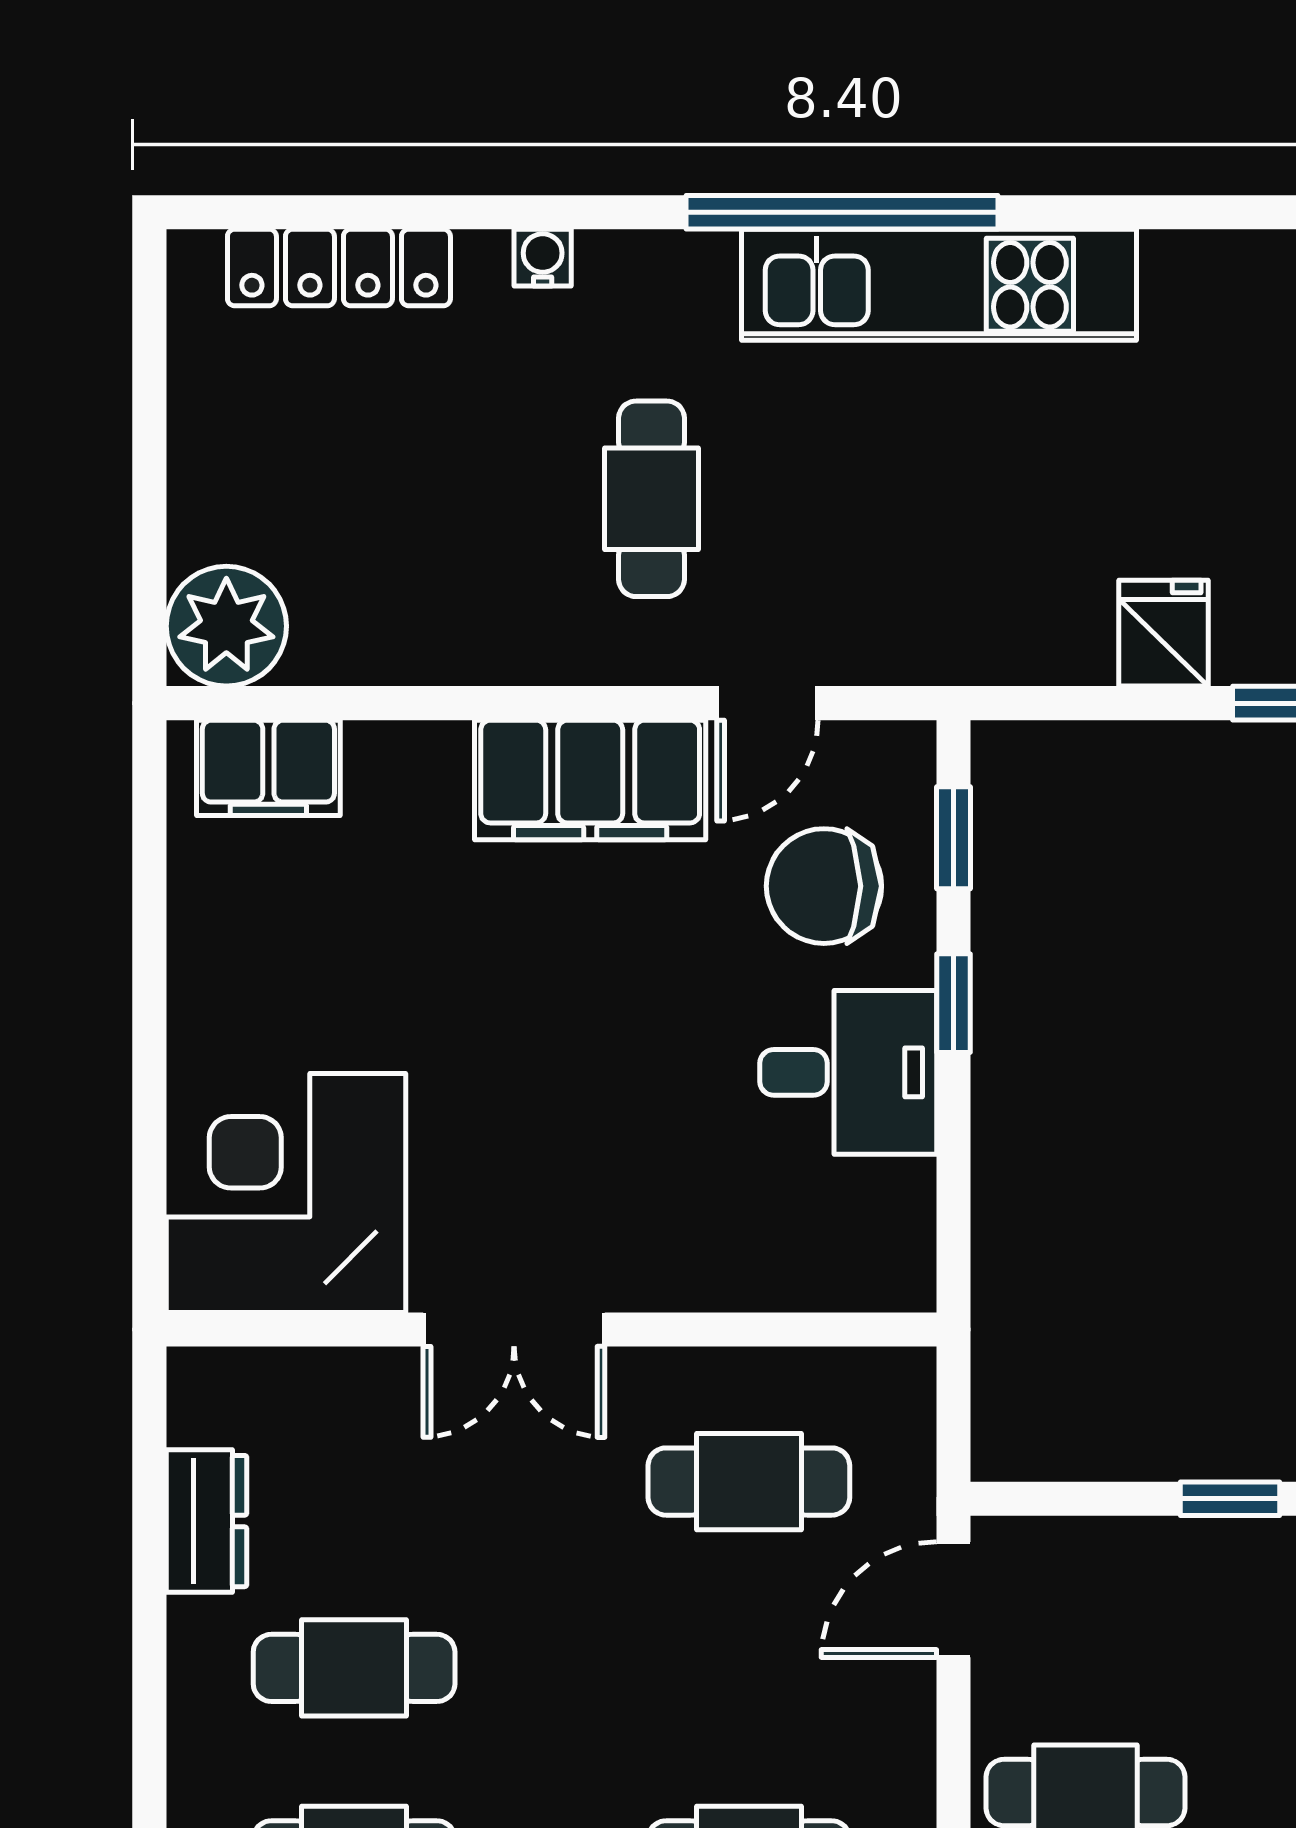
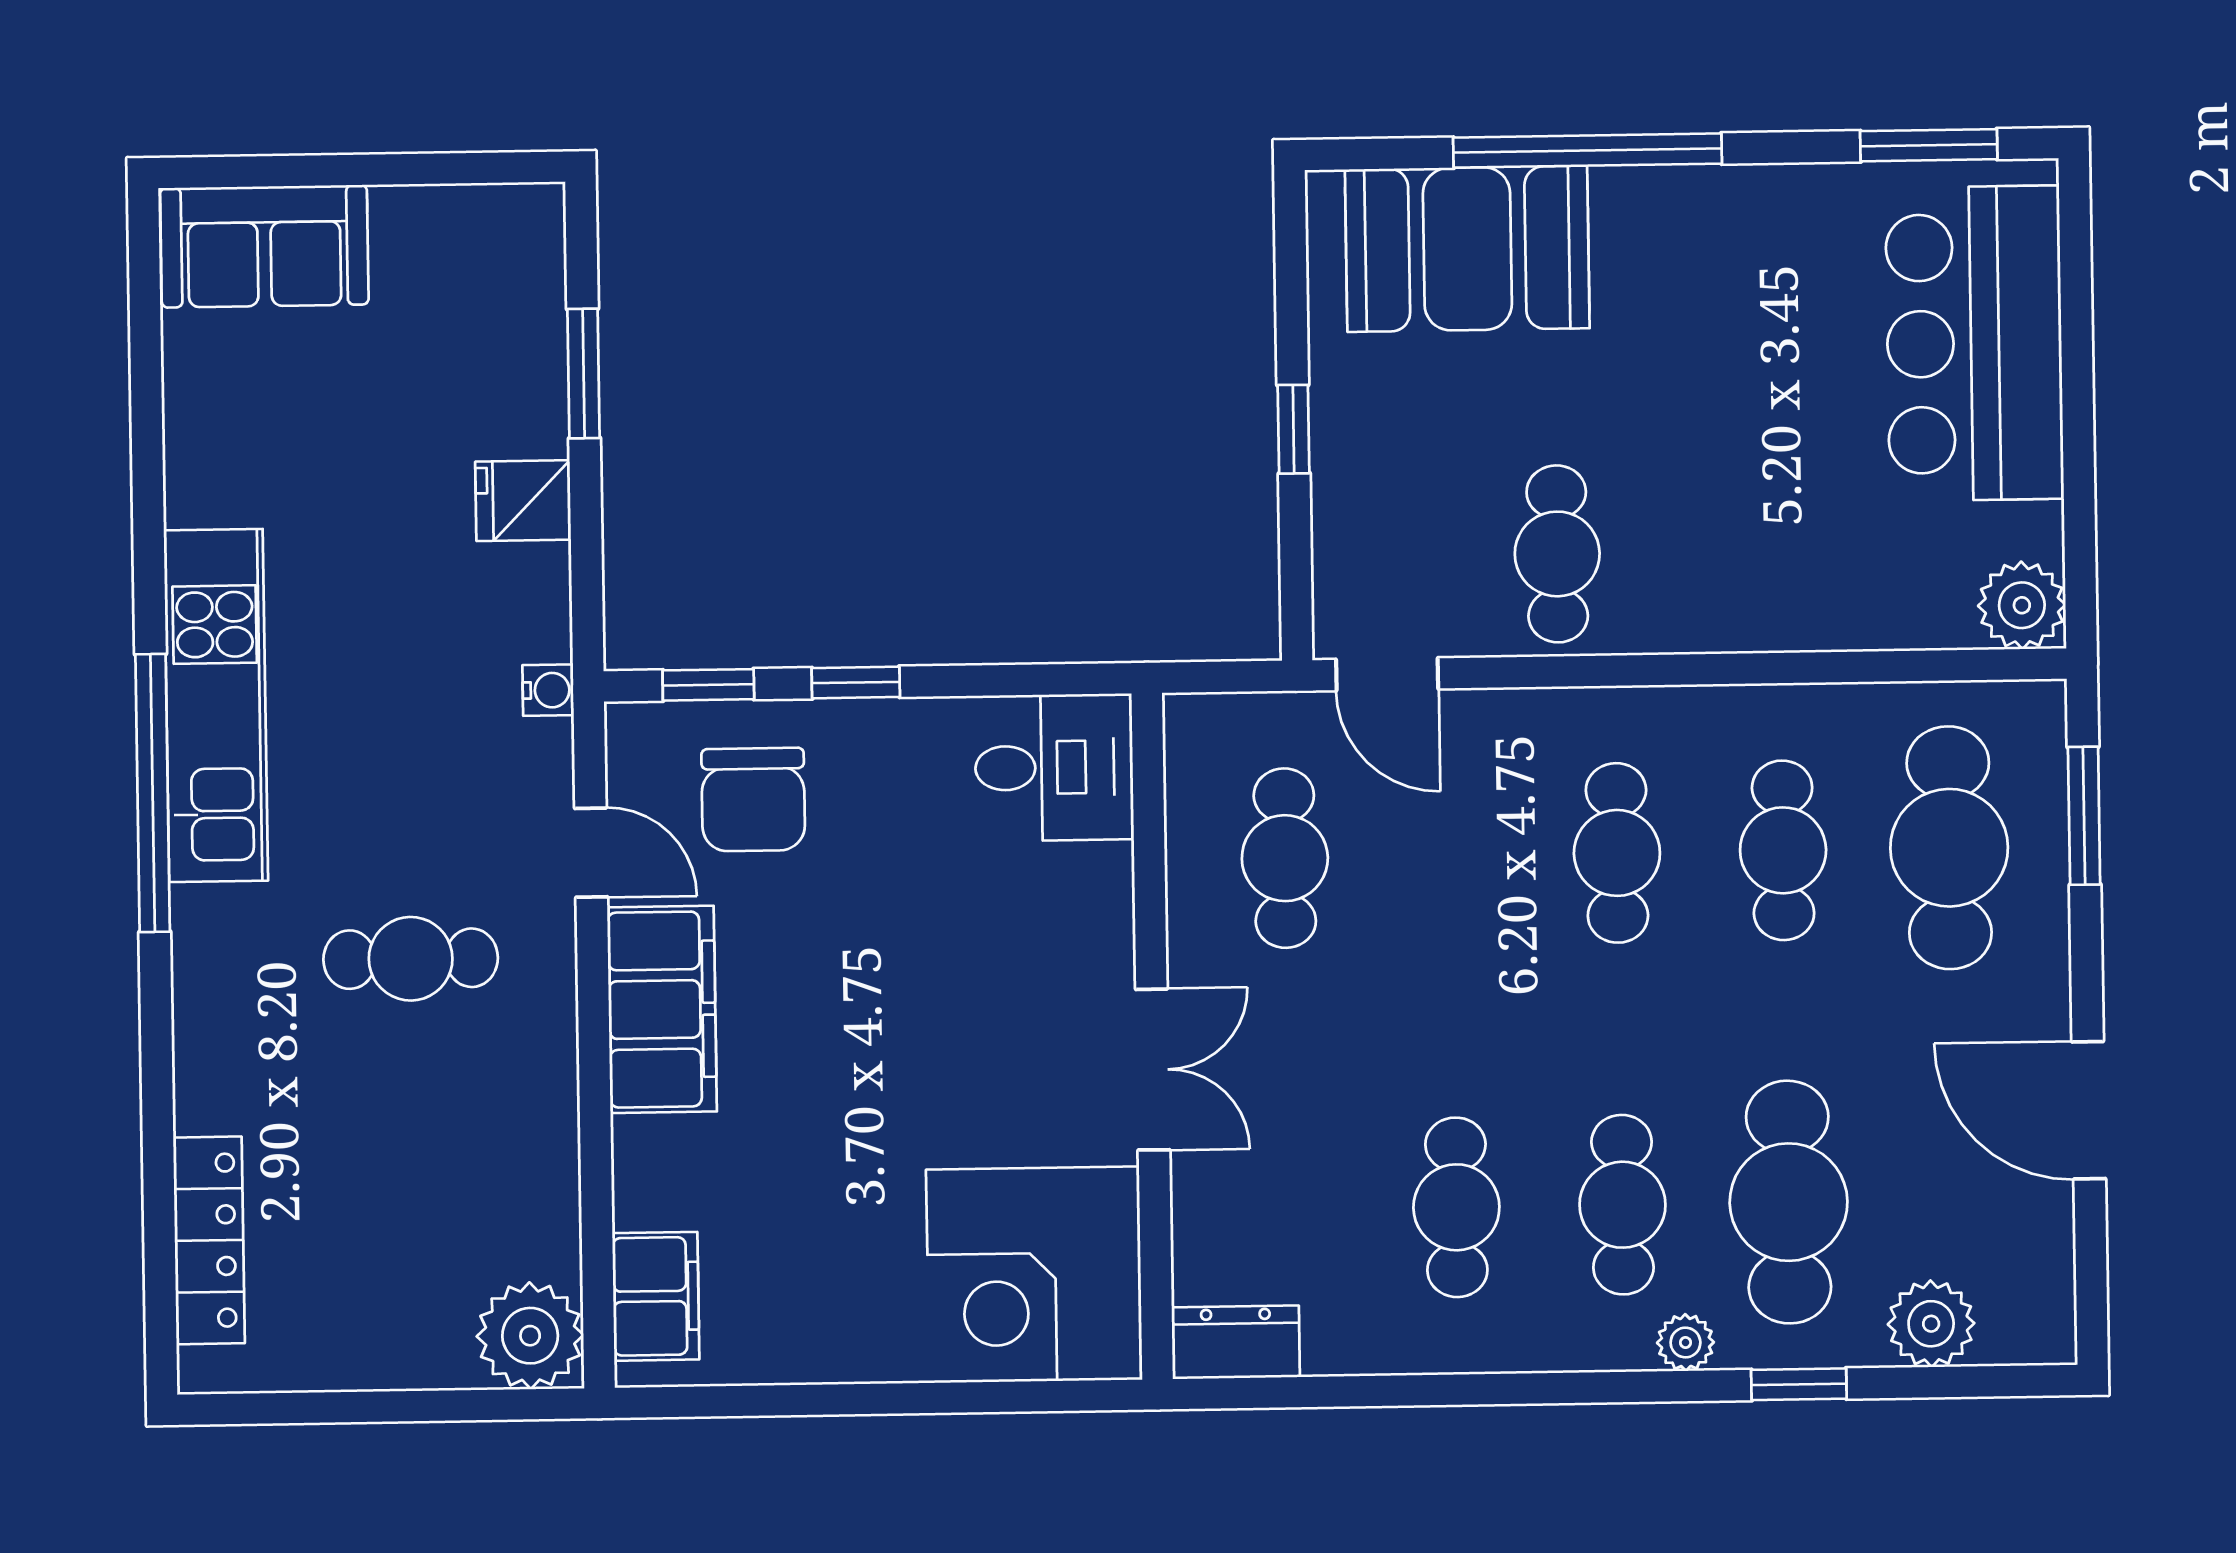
water cooler: (543, 258) -> (548, 690), moved, turned 180
desk: (848, 1072) -> (1054, 767), moved, turned 90
dresser: (207, 1521) -> (1236, 1342), moved

